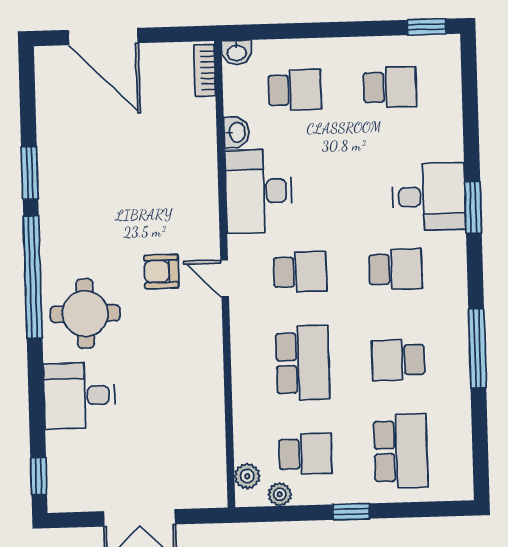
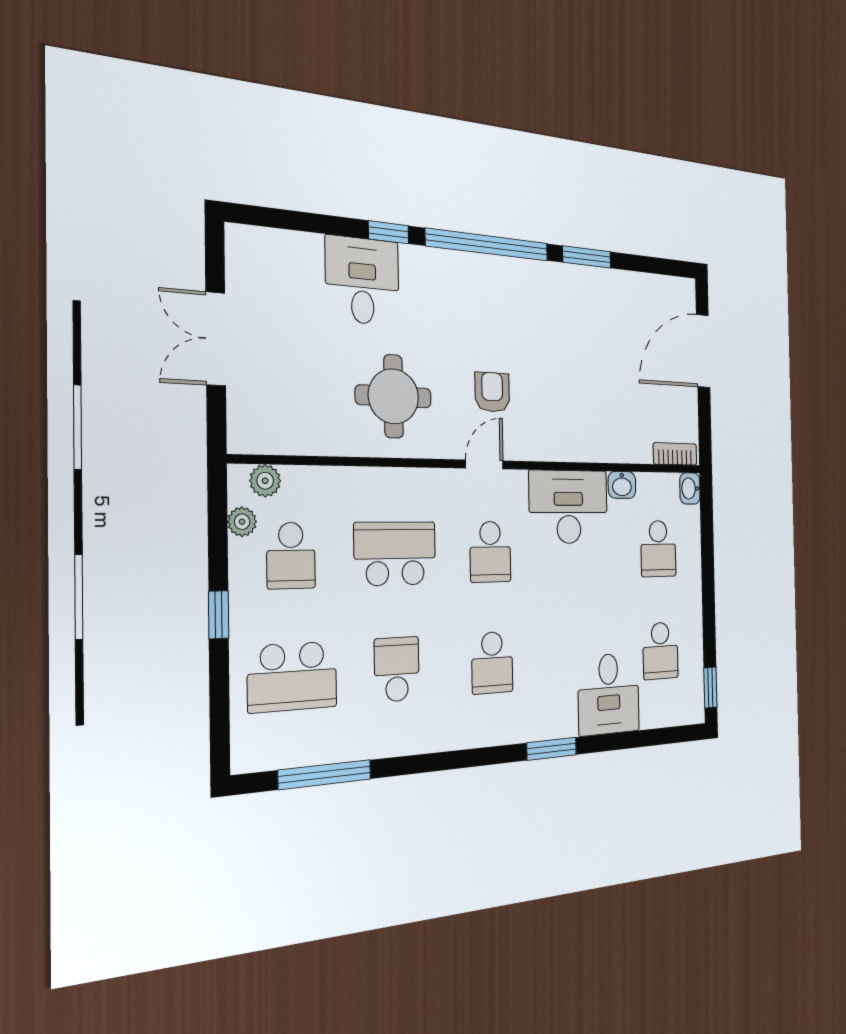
desk: (429, 197) -> (609, 694), moved
round table: (85, 314) -> (393, 396), moved
window: (477, 348) -> (325, 775), moved
school desk: (303, 363) -> (395, 554), turned 180
window: (39, 476) -> (389, 232), moved

